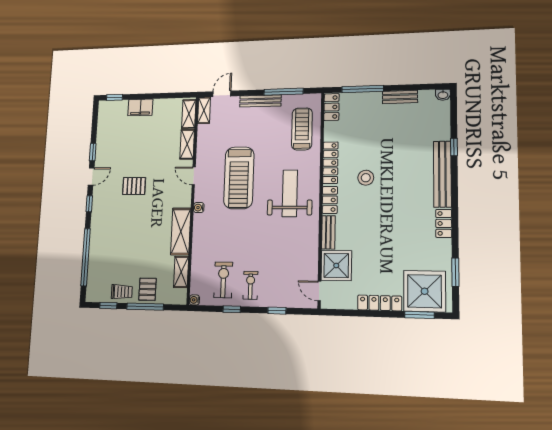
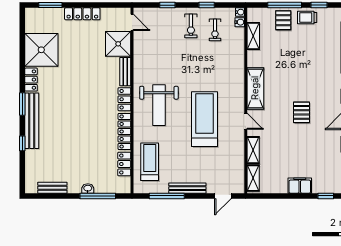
washbasin: (443, 95) -> (88, 188), moved
bench: (400, 97) -> (52, 188), moved
locker: (331, 107) -> (124, 164), moved
shelving: (204, 110) -> (239, 181), removed
treadmill: (302, 129) -> (150, 162), turned 180
stool: (366, 178) -> (94, 118), removed
pallet: (134, 186) -> (301, 112), turned 90
water cooler: (199, 208) -> (240, 22), moved
shelving: (181, 231) -> (255, 88), moved
window: (455, 272) -> (22, 104), moved
exercise bike: (223, 280) -> (215, 30), width x0.73, depth x0.72
shower: (425, 291) -> (41, 50), moved

